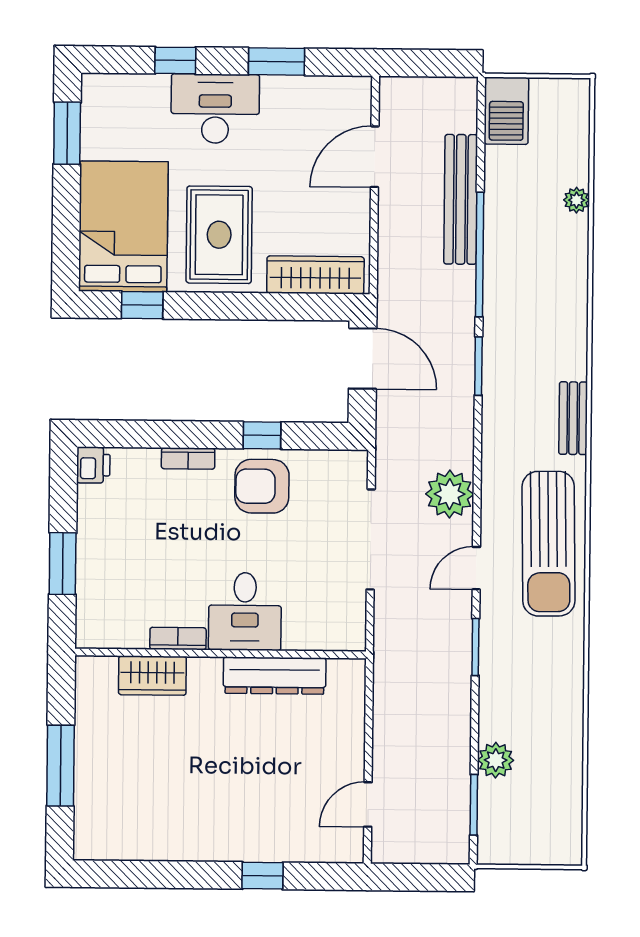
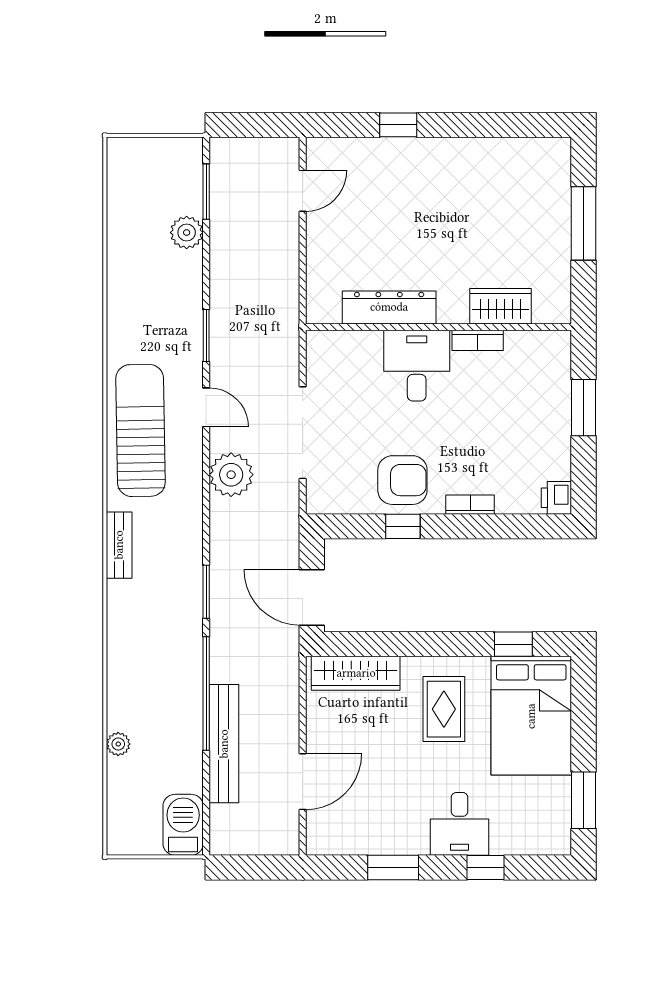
desk: (215, 109) -> (460, 824), width x0.73
rug: (219, 235) -> (444, 709), width x0.73, depth x0.70
door: (476, 568) -> (206, 407), hinge flipped

